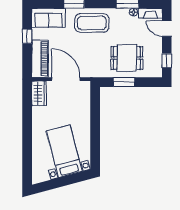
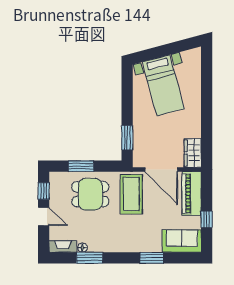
coffee table: (92, 23) -> (131, 194), moved, turned 90
door: (167, 29) -> (44, 216), moved
window: (124, 82) -> (81, 166), moved
window: (95, 106) -> (127, 138), added

